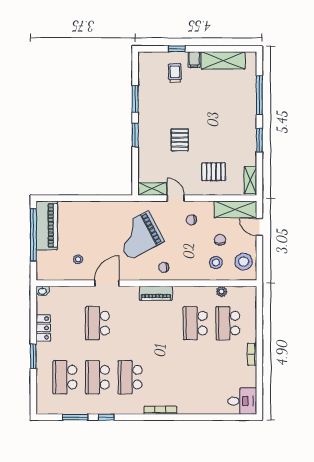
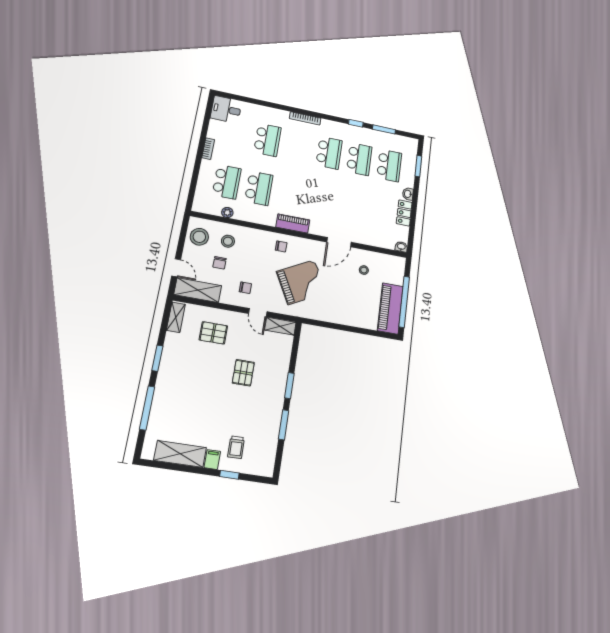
school desk: (97, 323) -> (267, 140), moved
washbasin: (41, 350) -> (408, 194), added
window: (33, 356) -> (418, 166), moved

